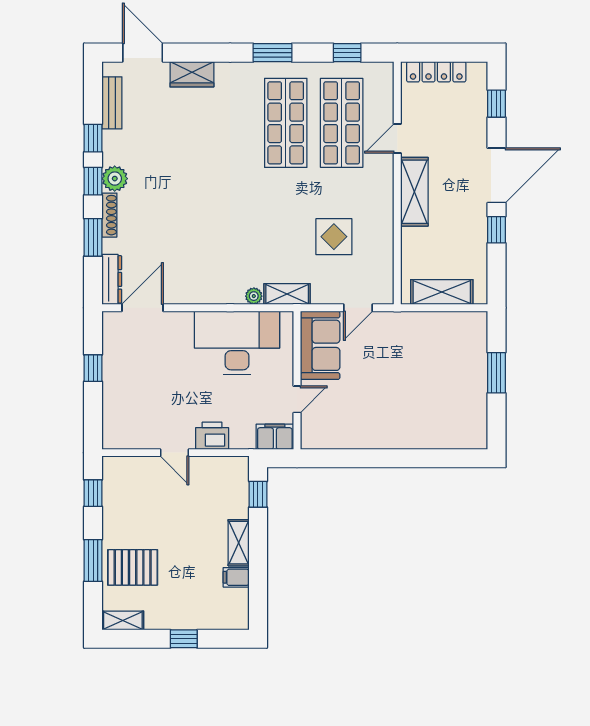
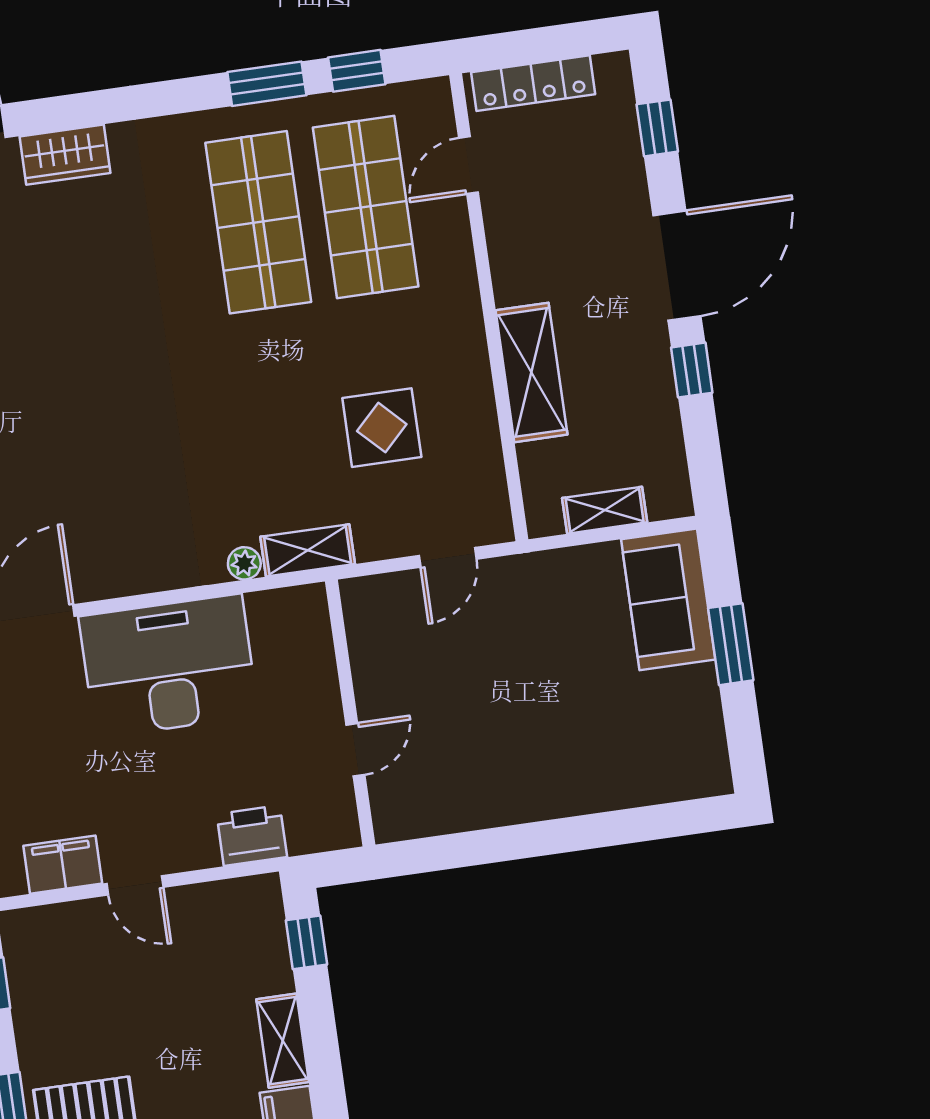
window: (272, 53) -> (267, 84), moved
door: (397, 138) -> (468, 165), moved
shelving: (414, 192) -> (531, 372), moved
shelving: (442, 292) -> (605, 510), width x0.67, depth x0.75
desk: (237, 343) -> (169, 666), moved
sofa: (320, 345) -> (668, 599), moved, turned 180
printer: (212, 436) -> (252, 836), moved
filing cabinet: (275, 437) -> (63, 865), moved

